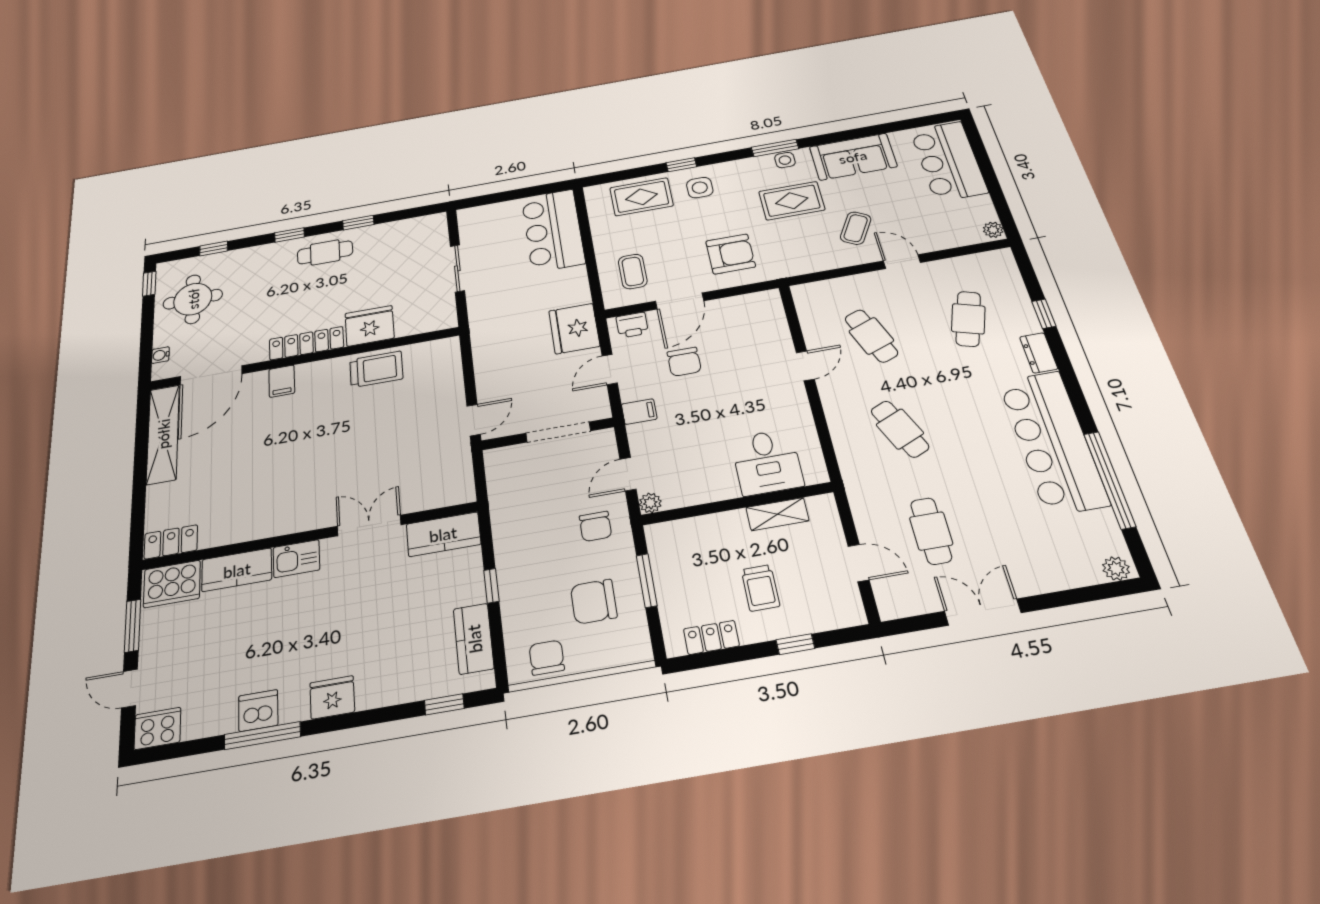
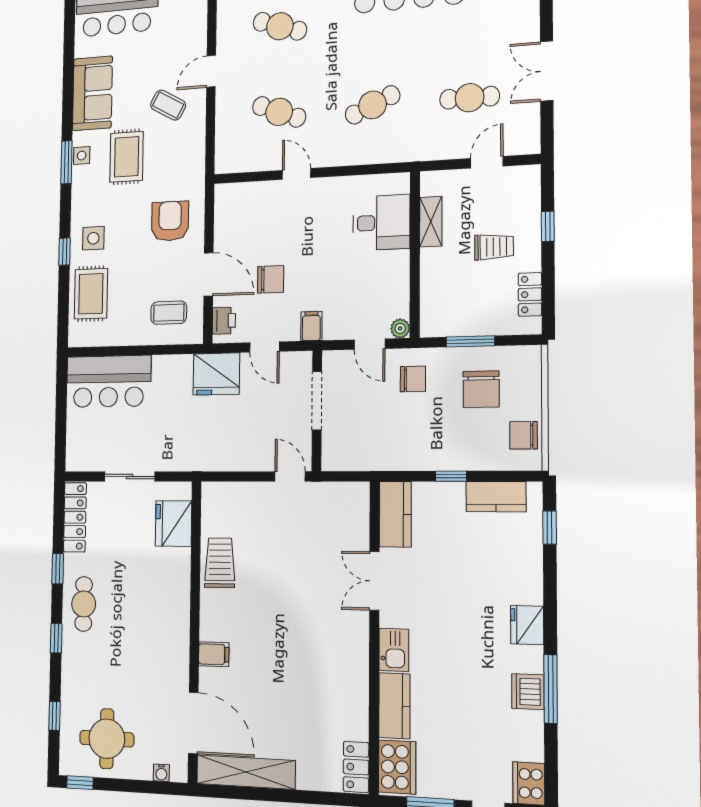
fridge: (370, 326) -> (174, 524), moved
cafe table: (871, 336) -> (279, 112), turned 42
locker: (306, 343) -> (75, 517), moved, turned 180

